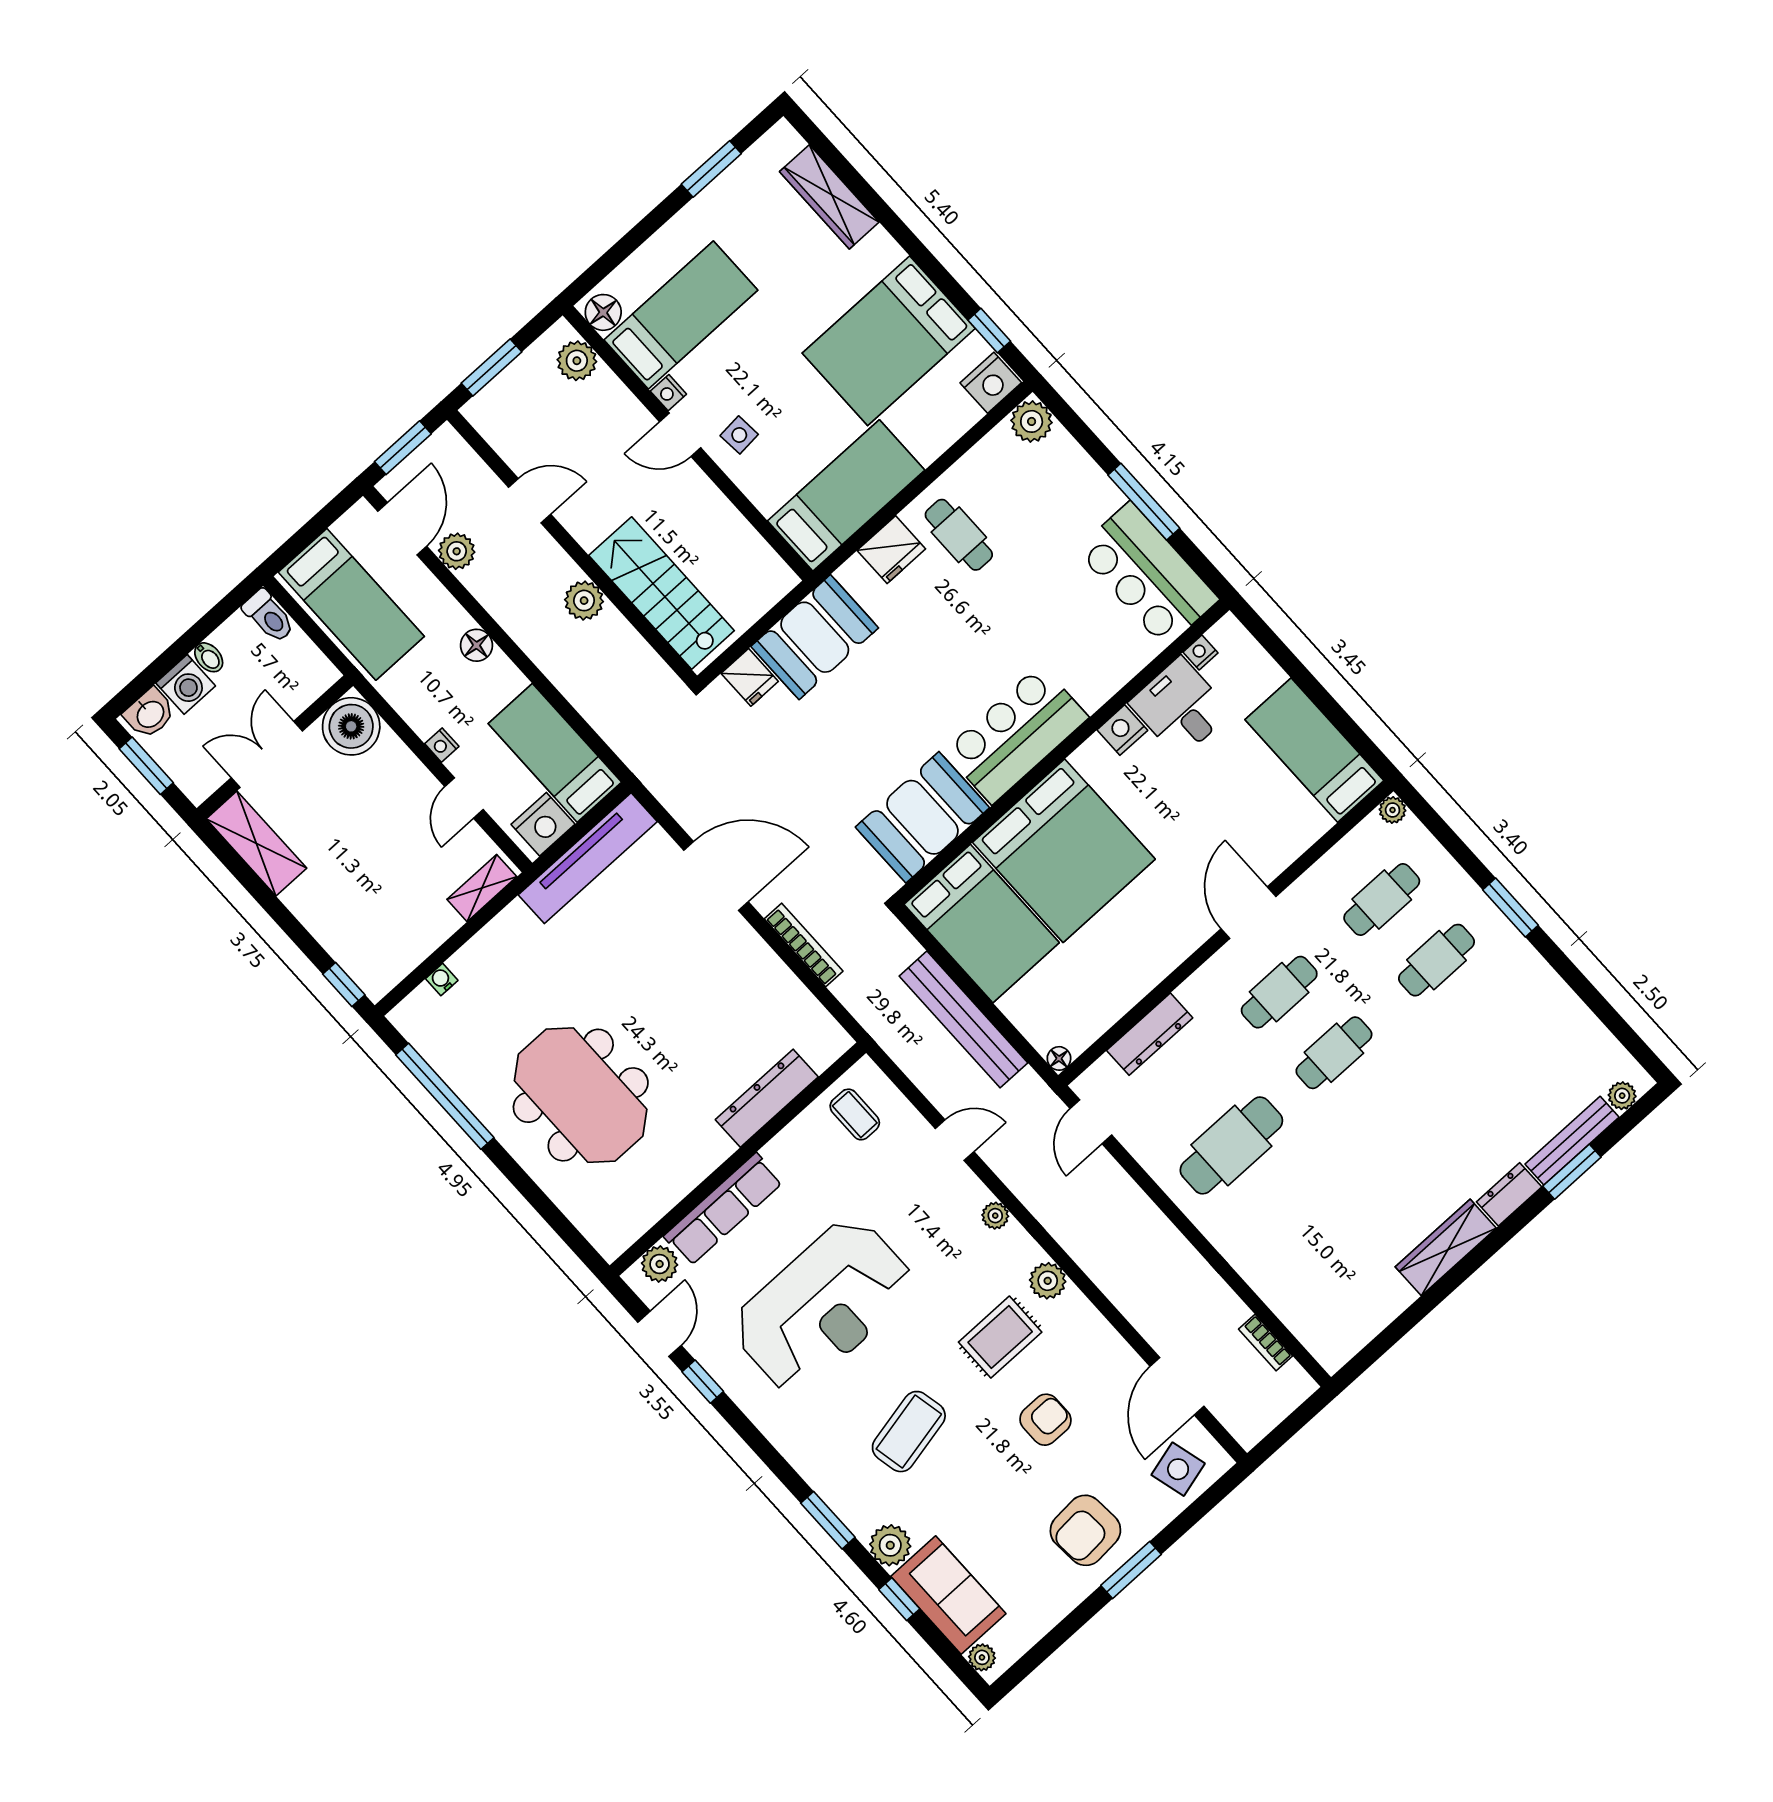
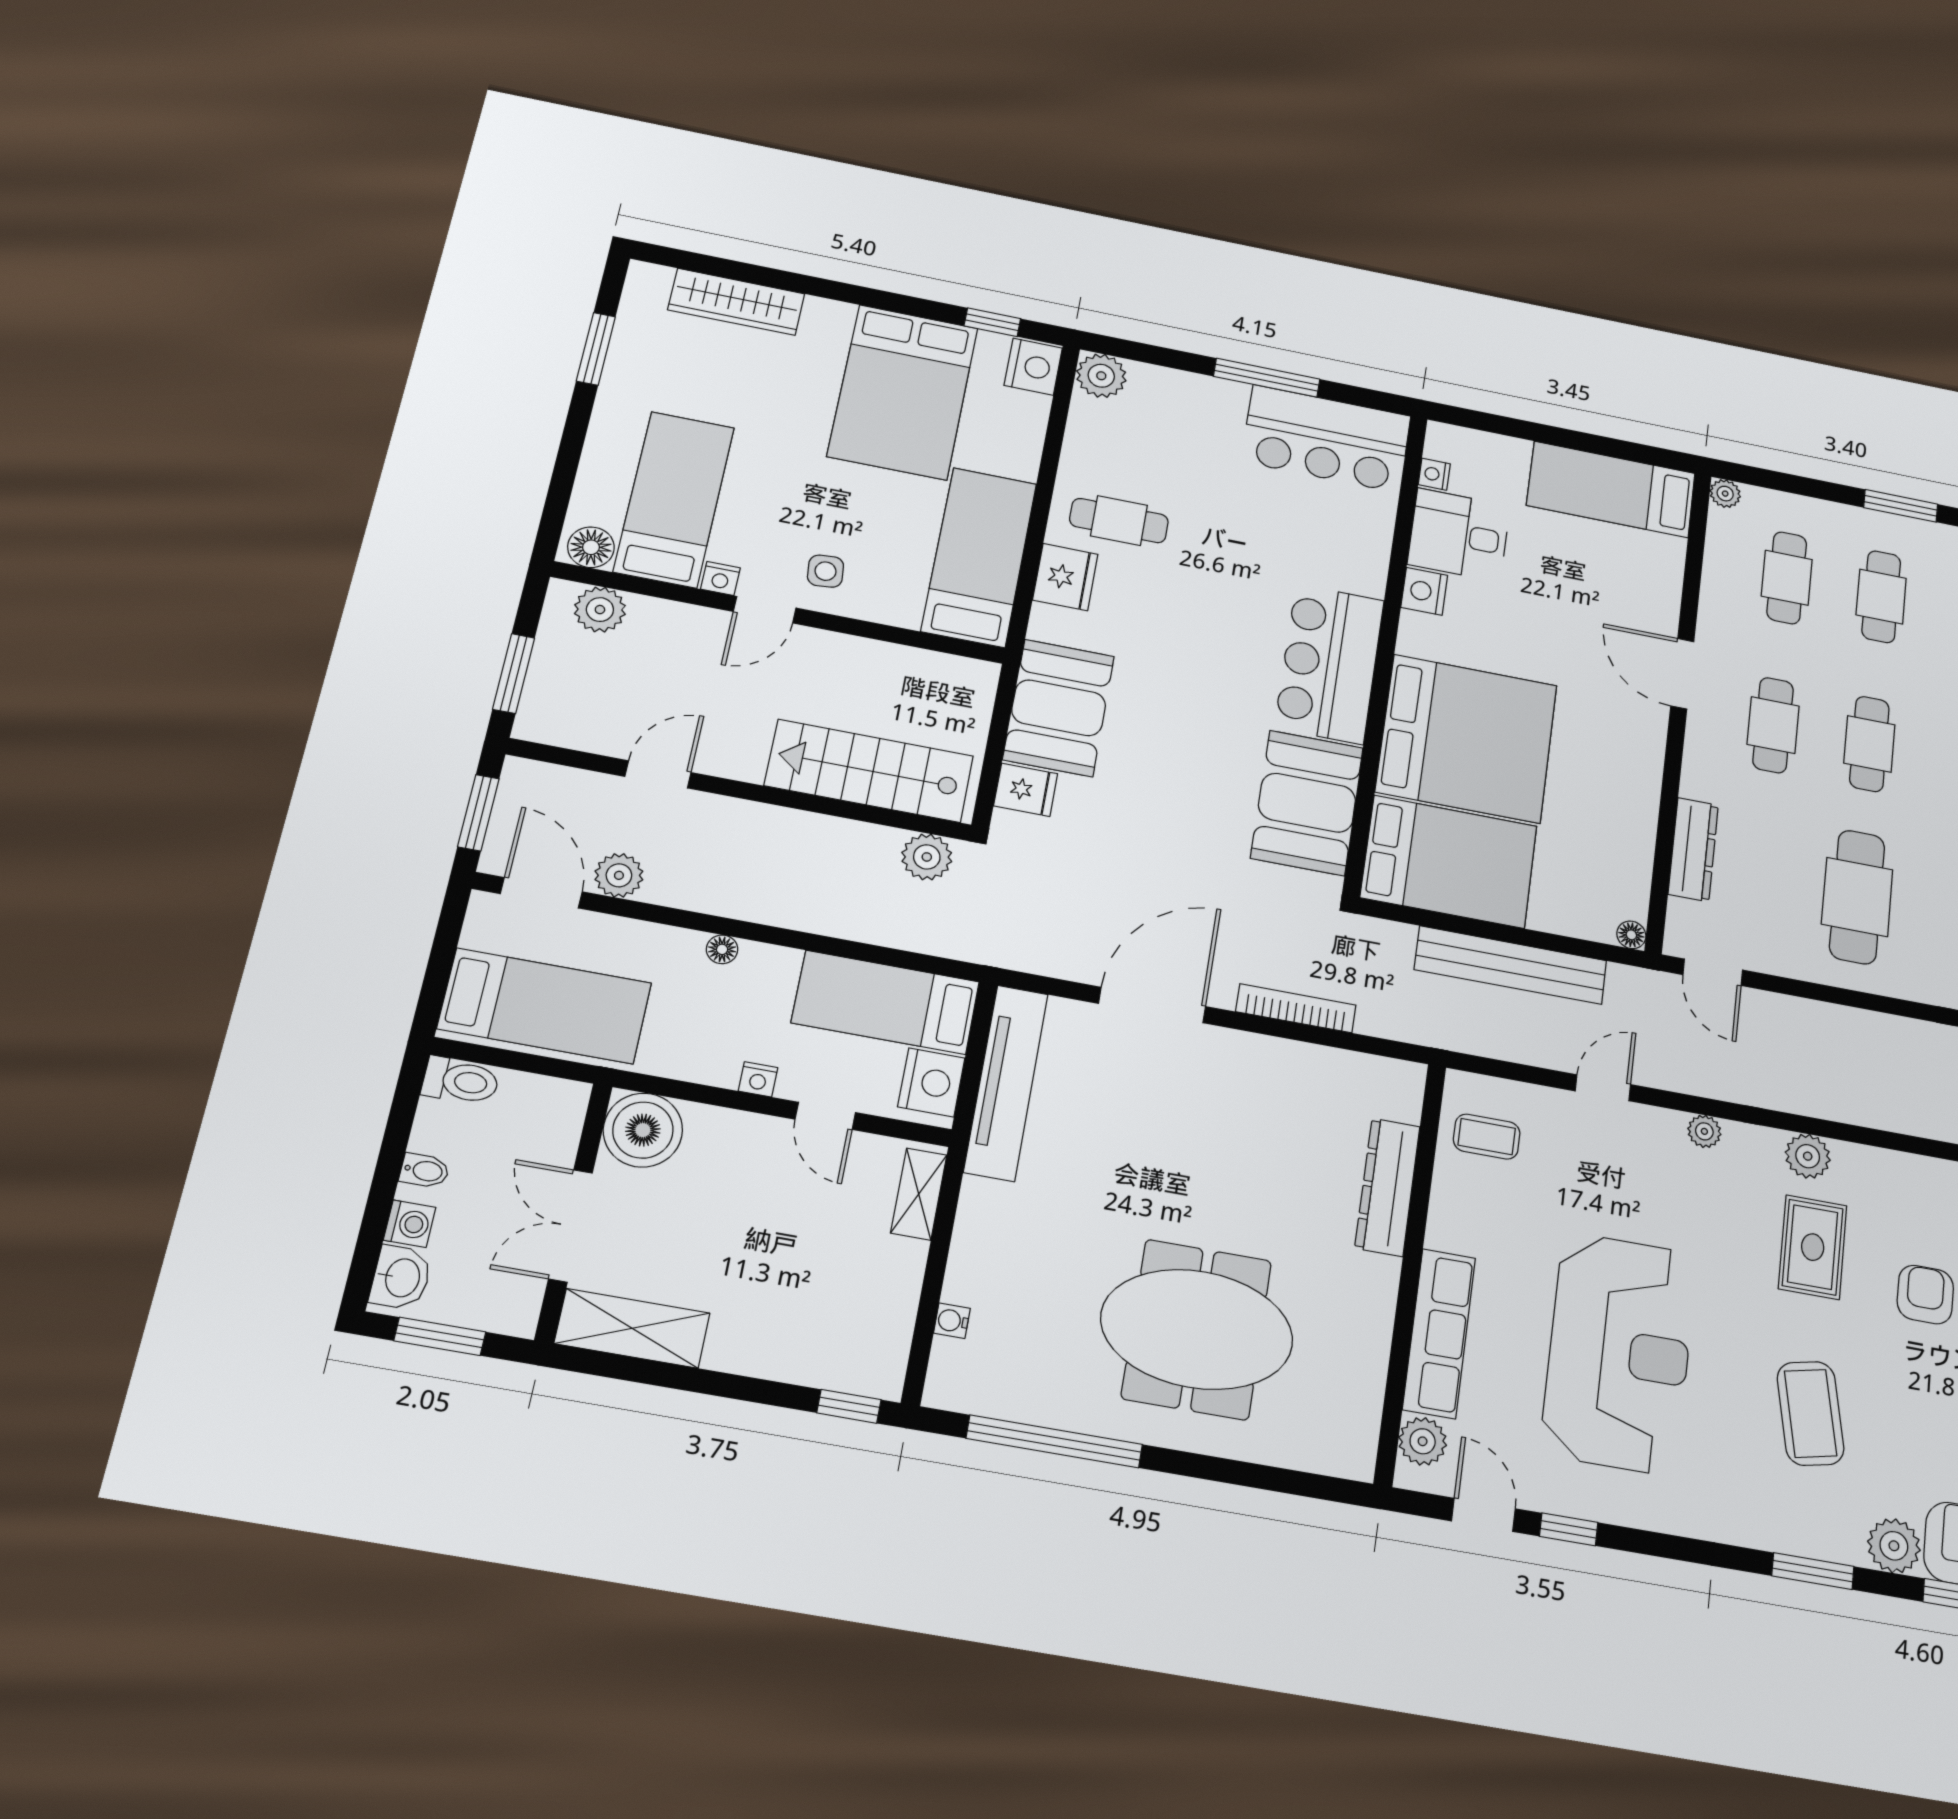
plant: (584, 601) -> (927, 857), moved
floor lamp: (476, 645) -> (722, 949), width x0.73, depth x0.73
washing machine: (186, 684) -> (410, 1224), width x0.73, depth x0.73

